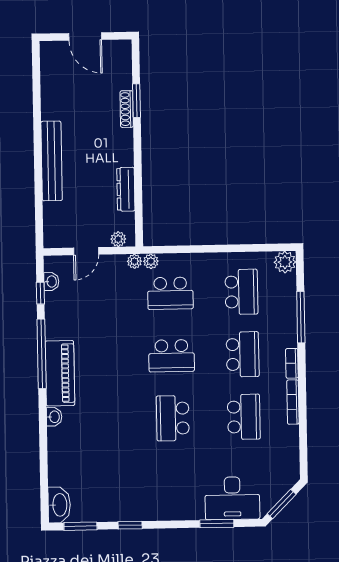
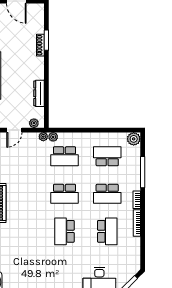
school desk: (241, 292) -> (107, 156), turned -90
school desk: (243, 354) -> (107, 194), turned 90

